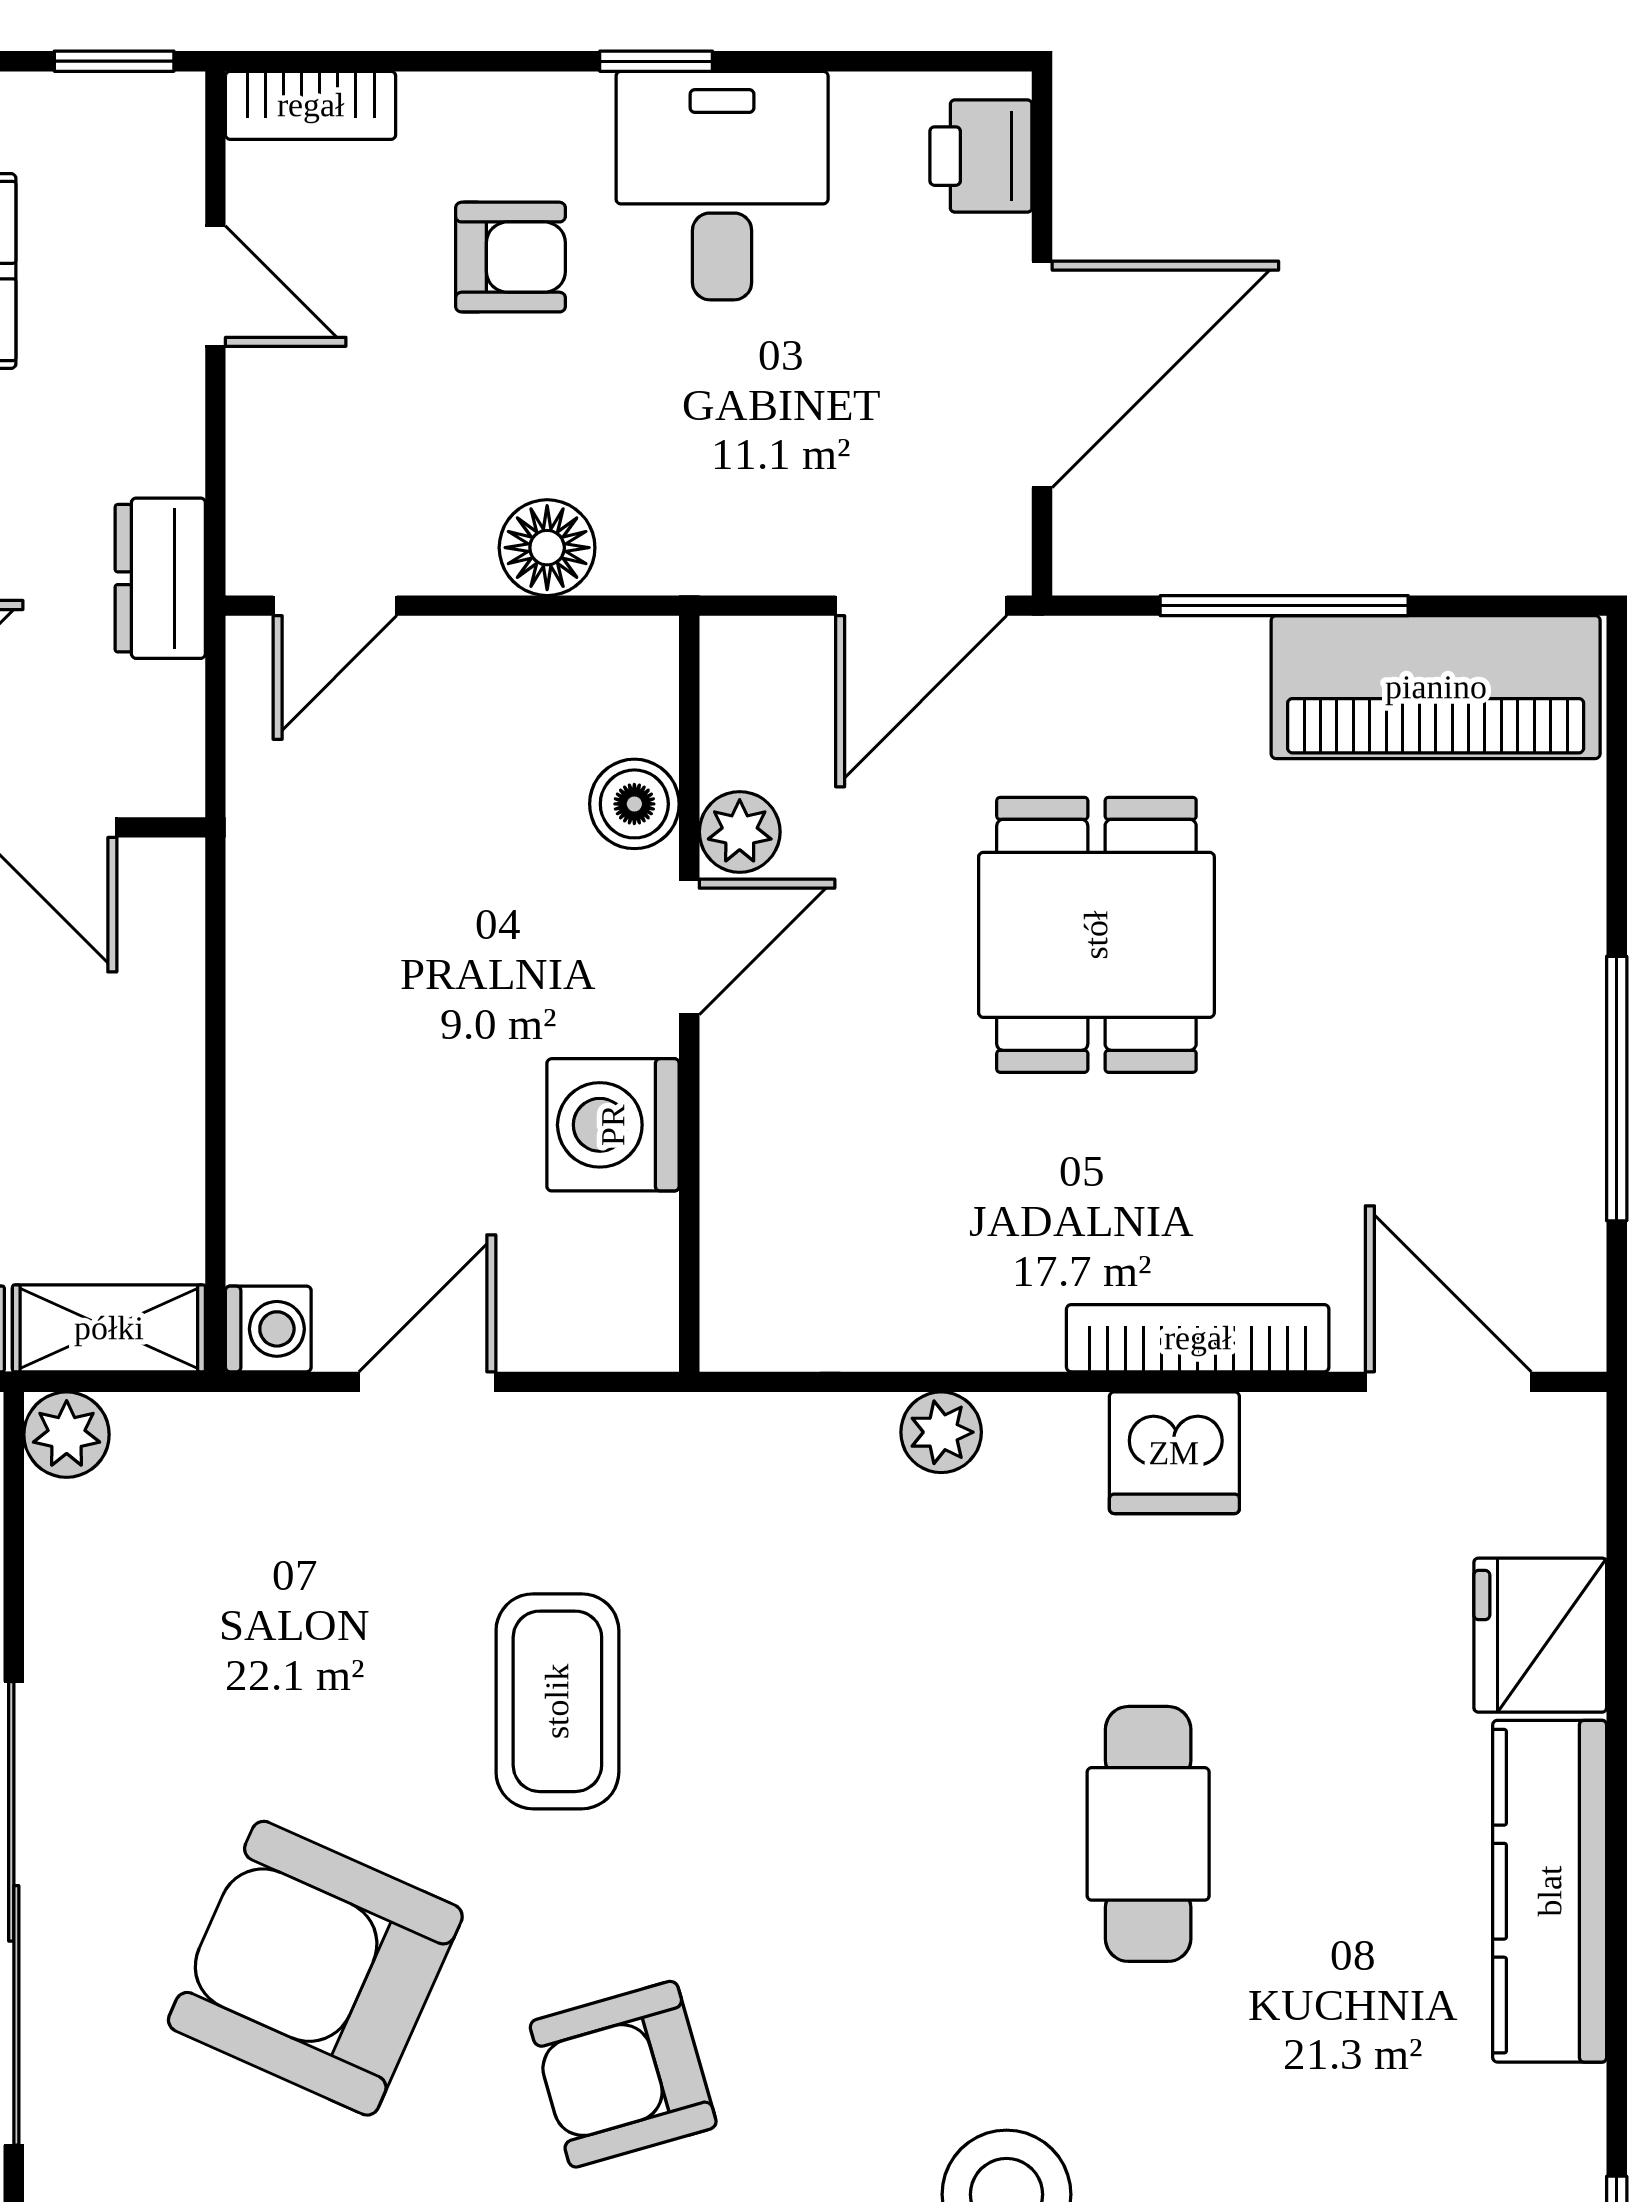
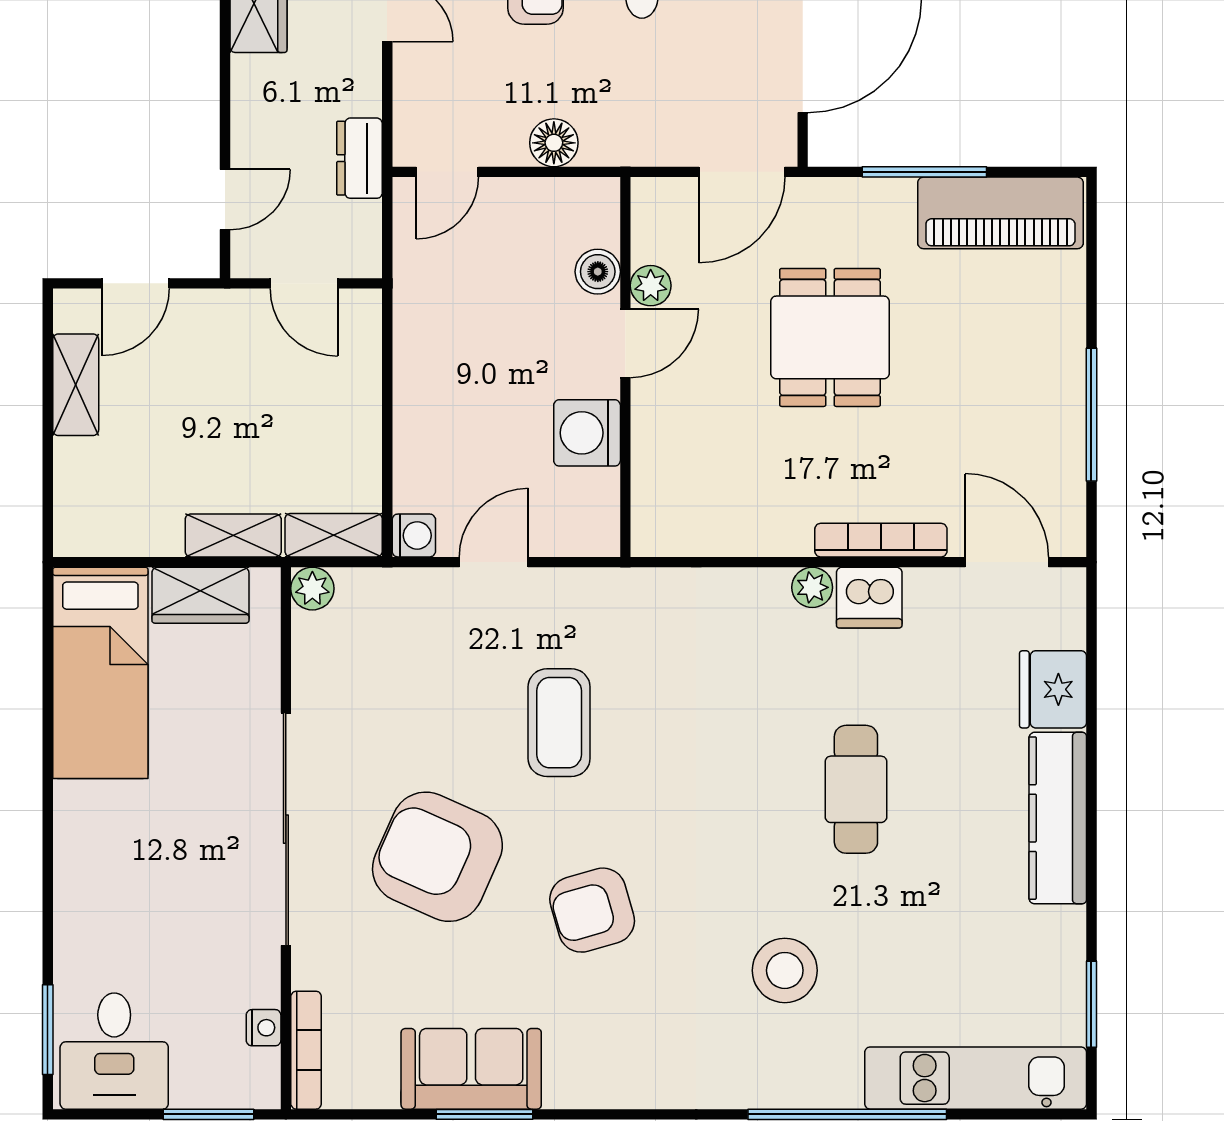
plant: (941, 1432) -> (812, 587), moved

